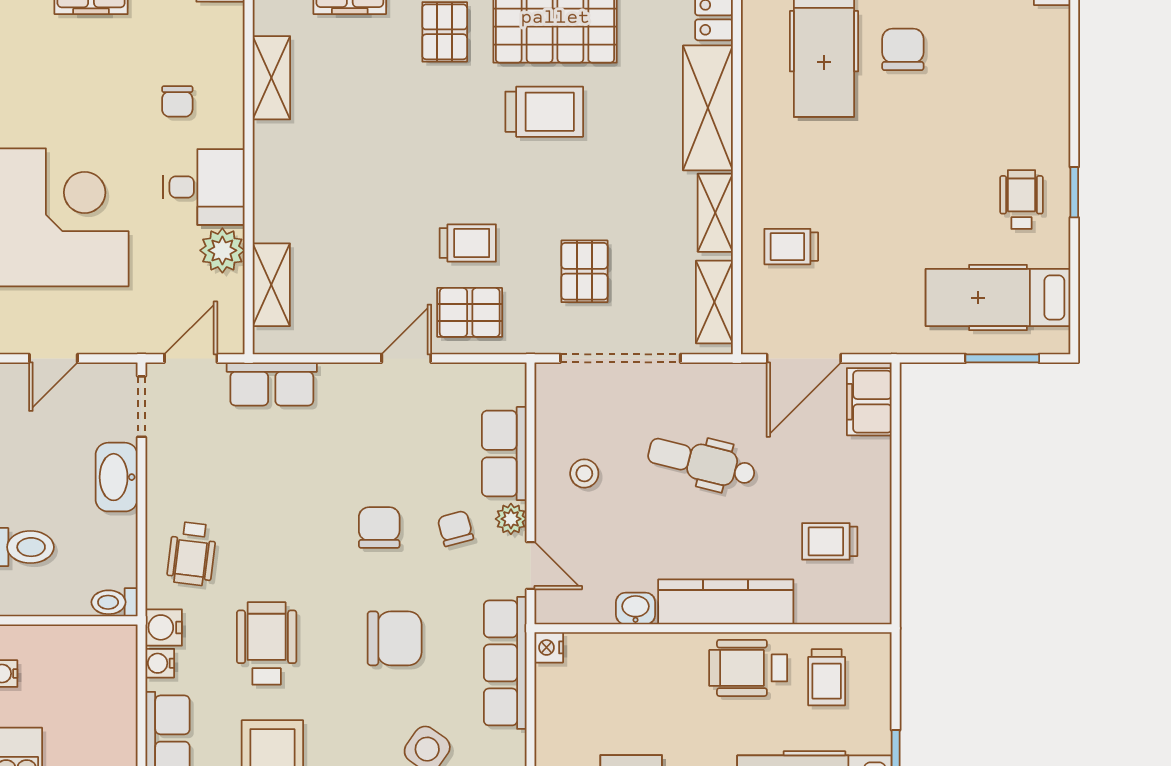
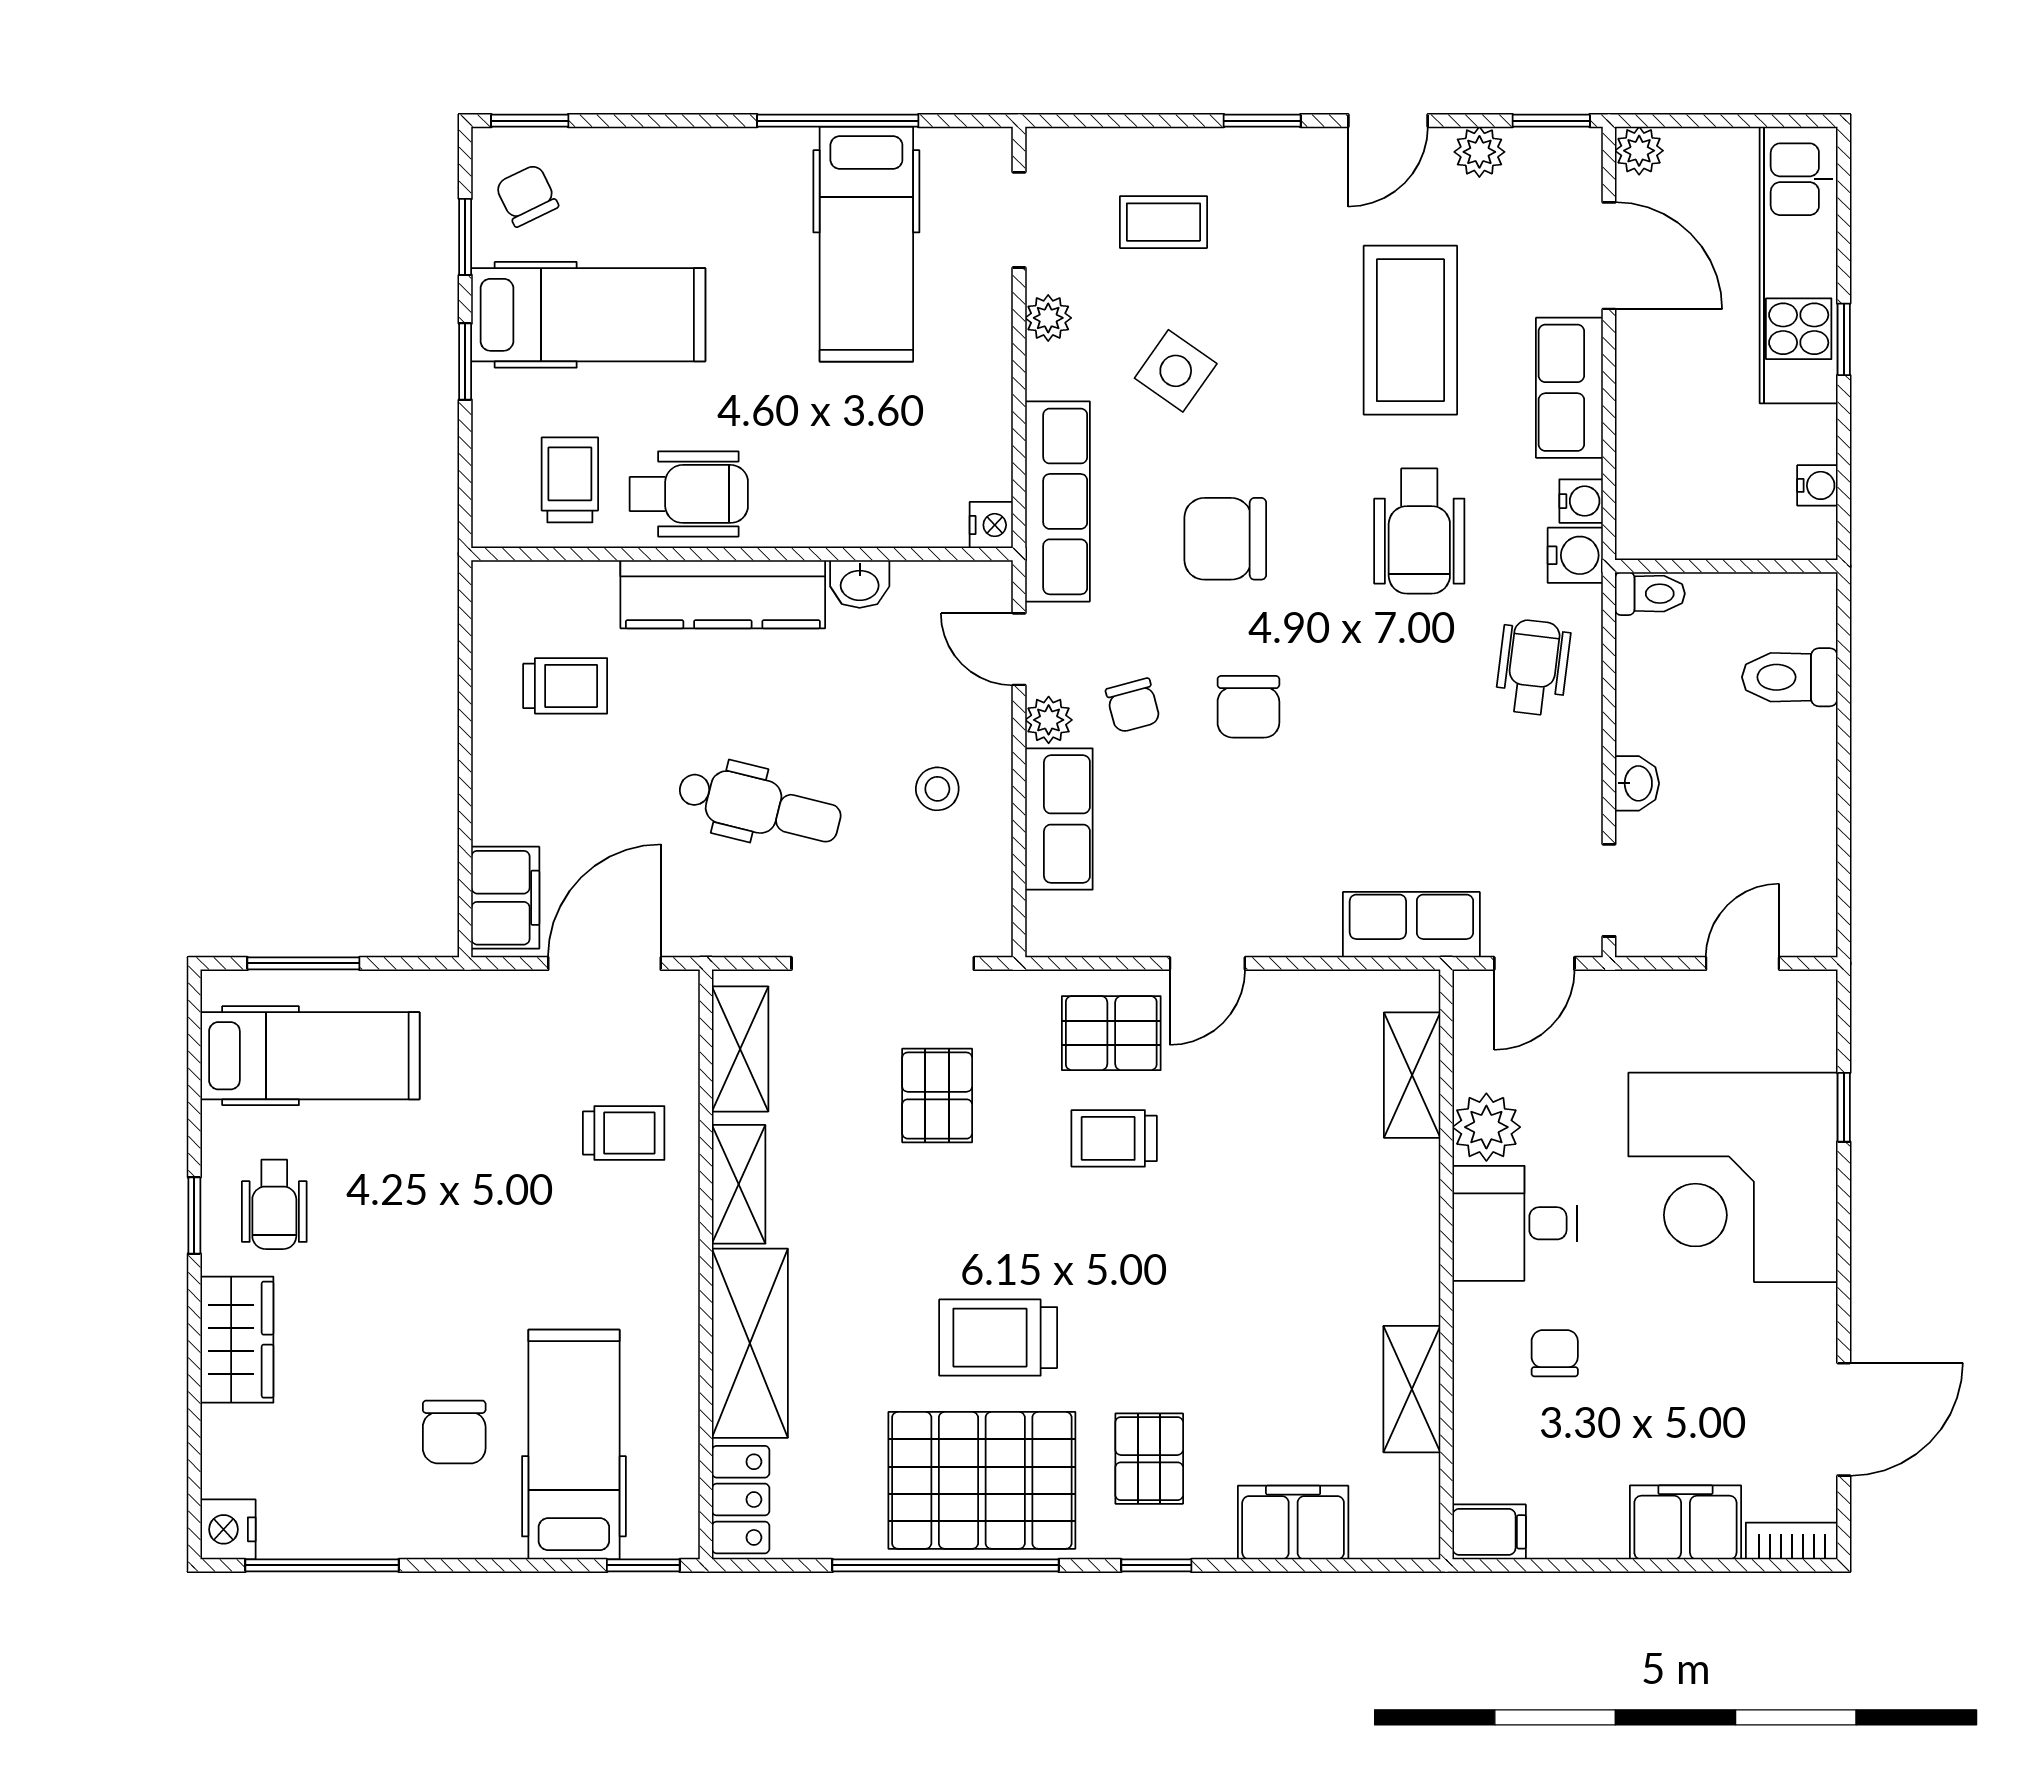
wardrobe: (1046, 110) -> (237, 1340), added
washbasin: (117, 477) -> (1637, 783), width x0.52, depth x0.69

